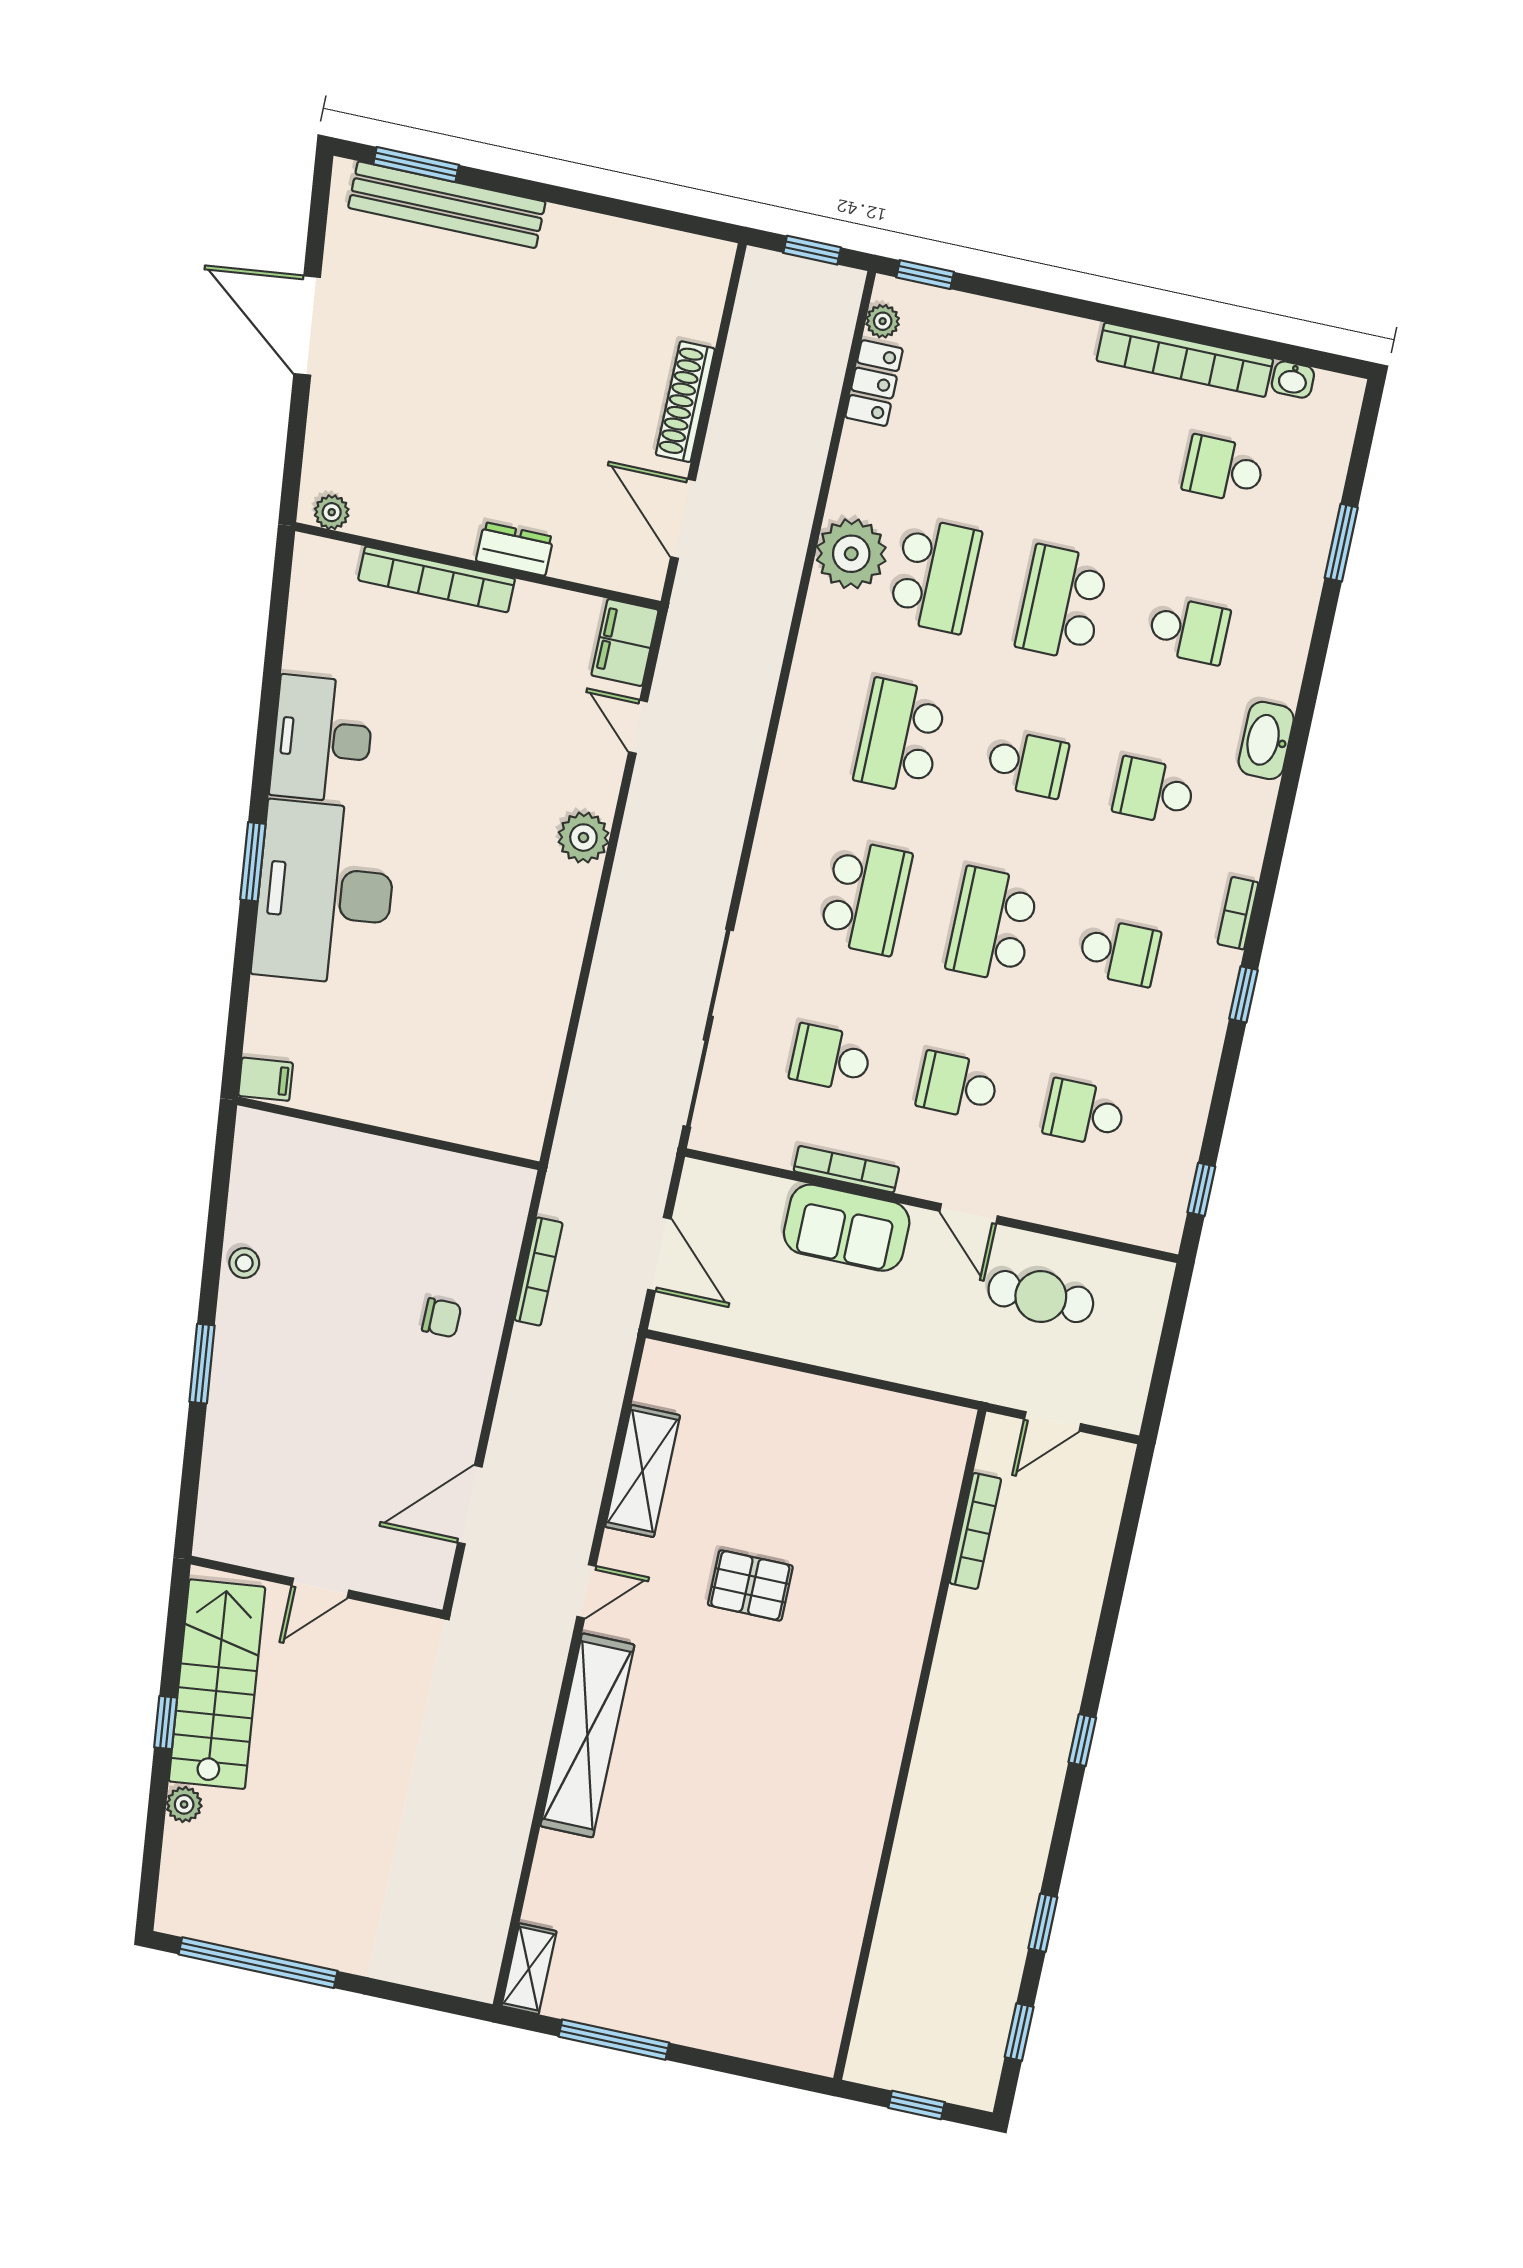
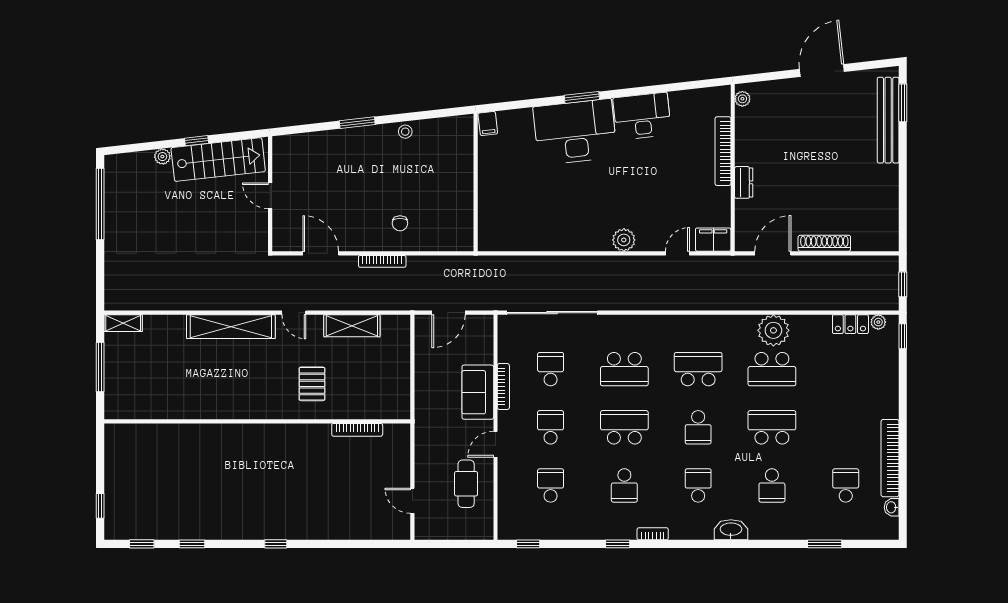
bookcase: (539, 1271) -> (382, 261), moved
bookcase: (975, 1531) -> (357, 430), moved
wall: (910, 1745) -> (257, 421), moved

